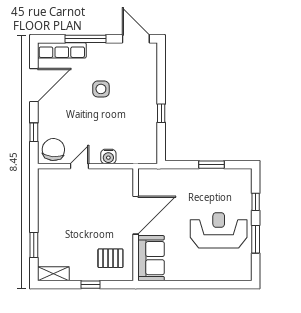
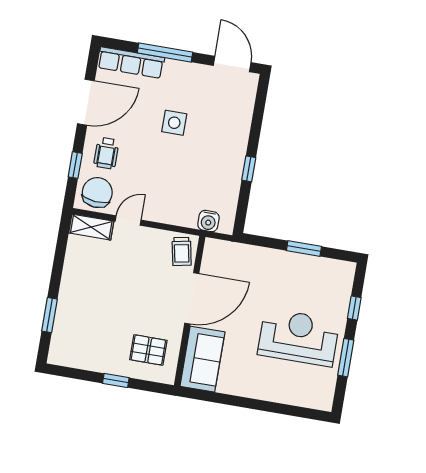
wheelchair: (55, 120) -> (106, 153), added
water cooler: (108, 156) -> (208, 221), moved
trolley: (122, 182) -> (182, 251), added
shelving: (53, 274) -> (91, 227), moved

